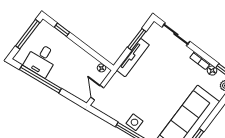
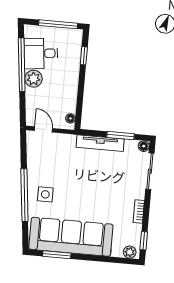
floor lamp: (212, 71) -> (144, 146), moved
plant: (56, 77) -> (33, 79), added
door: (97, 93) -> (43, 129), hinge flipped
side table: (134, 122) -> (45, 194), moved

